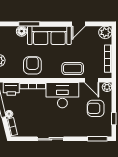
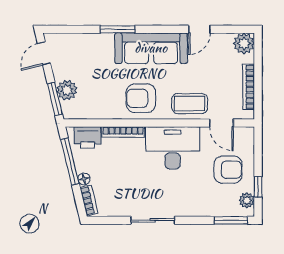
floor lamp: (22, 31) -> (105, 41), removed
armchair: (32, 65) -> (141, 98), moved, turned -90
plant: (107, 87) -> (247, 200), moved
armchair: (96, 108) -> (228, 170), turned 180

